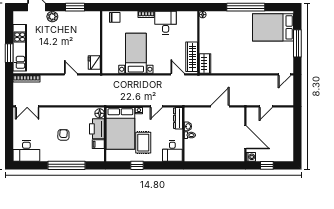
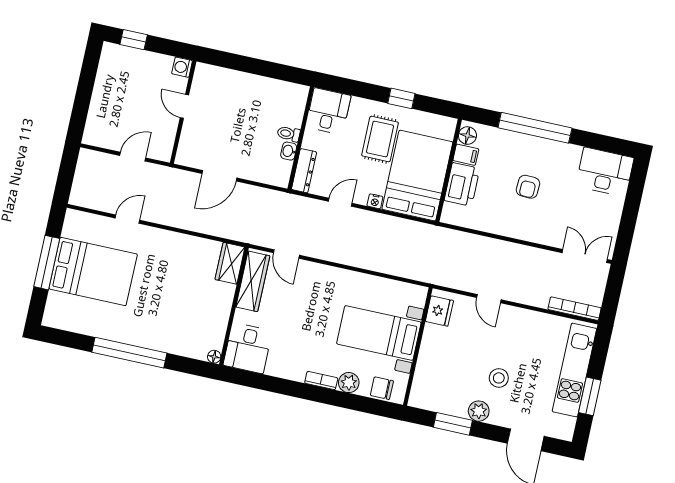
plant: (132, 16) -> (349, 383), added
plant: (52, 17) -> (479, 411), moved
desk: (166, 23) -> (248, 348), moved
bed: (273, 27) -> (93, 271), moved
stool: (57, 35) -> (499, 378), added
window: (9, 53) -> (590, 396), moved
bed with nightstands: (136, 53) -> (379, 333), moved, turned 90
door: (284, 74) -> (127, 219), moved
floor lamp: (100, 113) -> (467, 136), moved
door: (245, 137) -> (184, 106), width x0.53
window: (267, 165) -> (134, 40), moved

